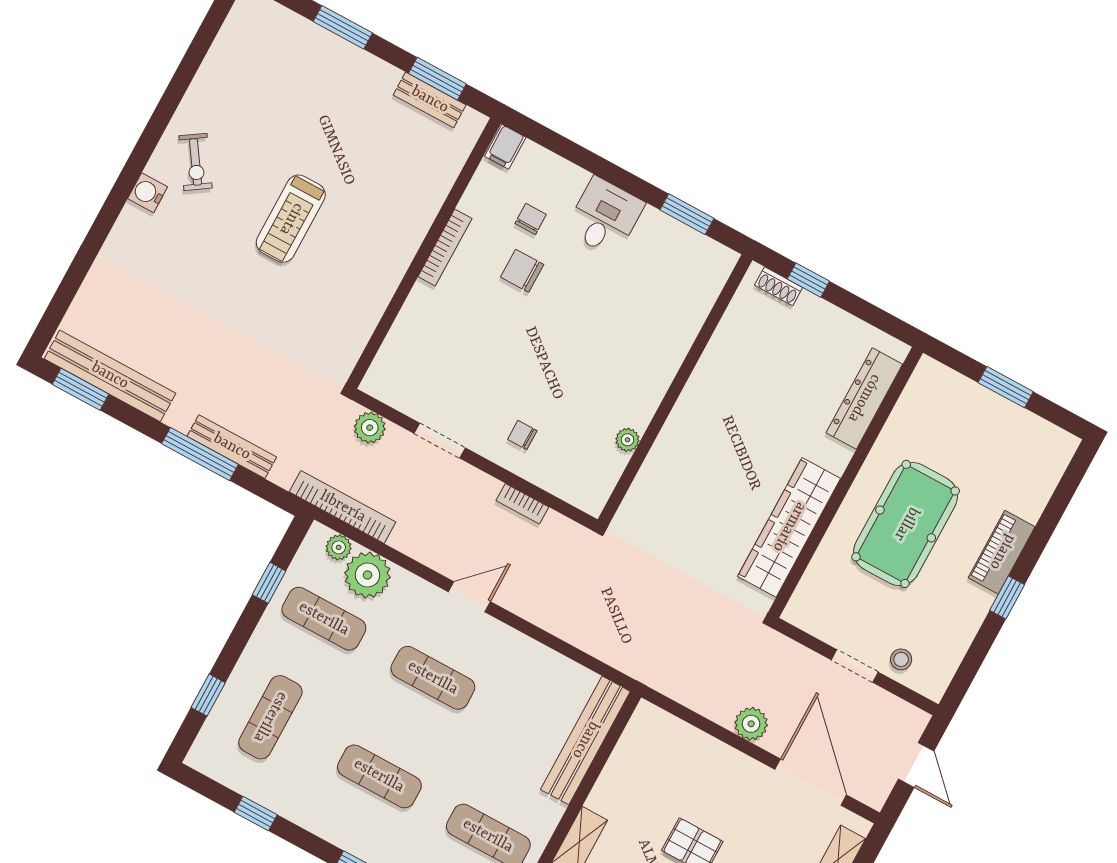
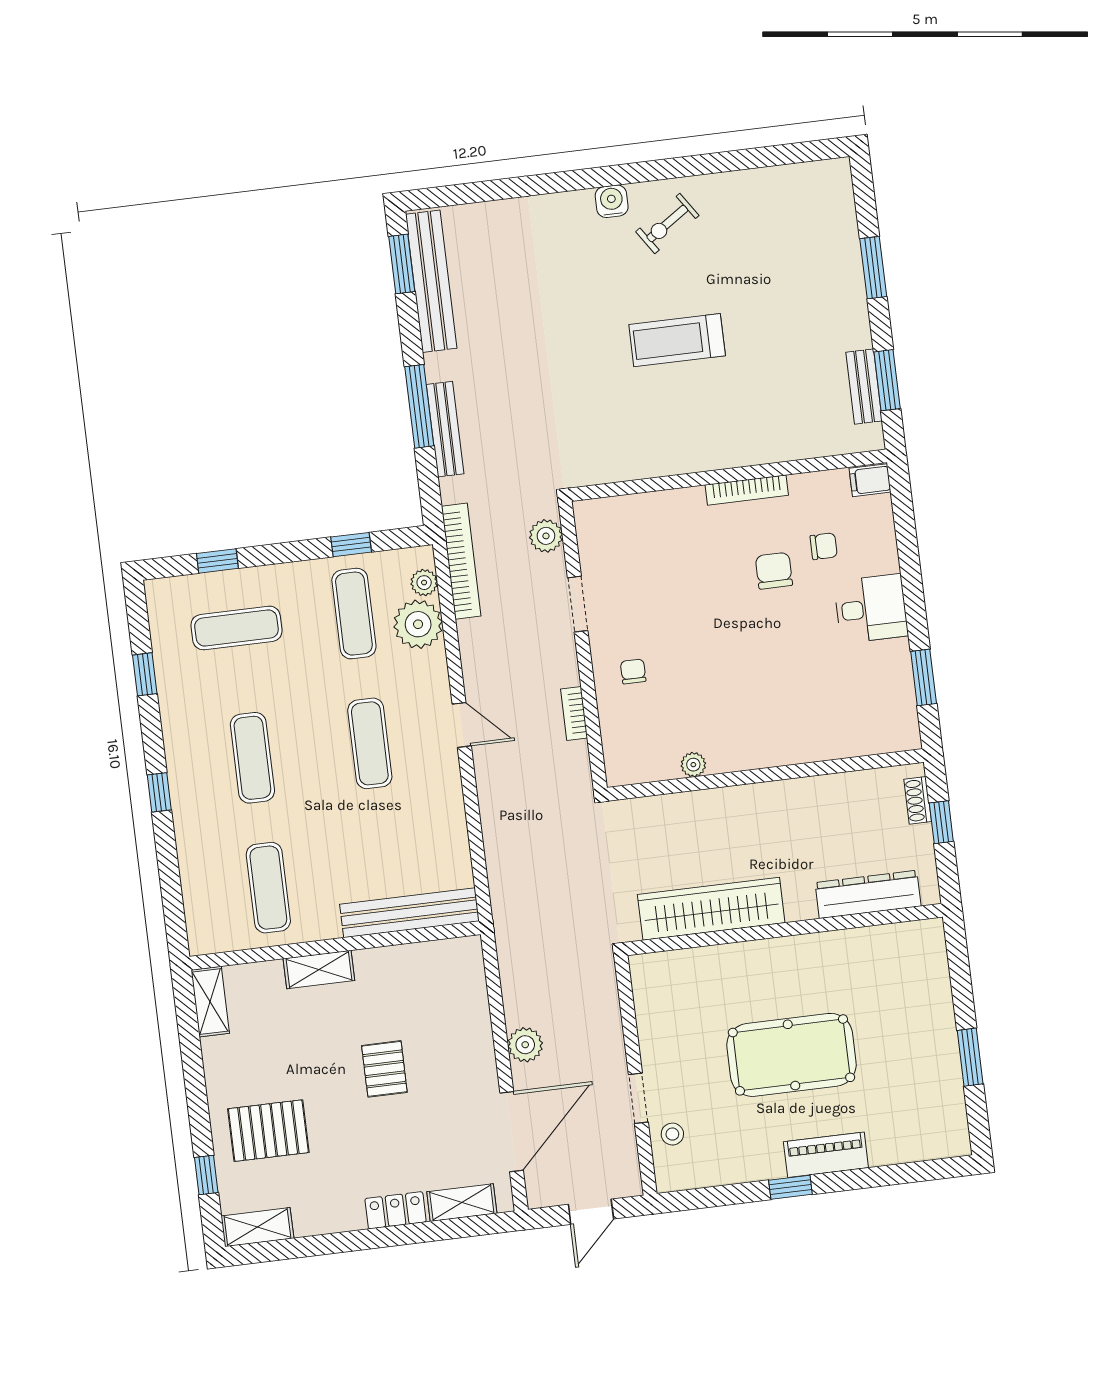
dresser: (864, 398) -> (868, 894), moved
wall: (846, 482) -> (784, 930), moved
wardrobe: (789, 527) -> (711, 909), moved

